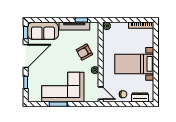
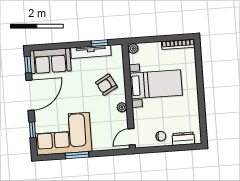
bed with nightstands: (134, 64) -> (156, 84), moved, turned 180
corner sofa: (63, 87) -> (63, 134), moved
door: (101, 93) -> (132, 137), swing flipped

